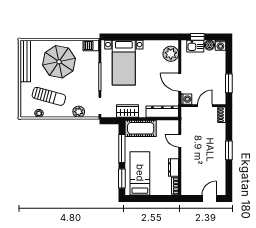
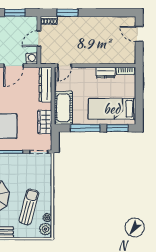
door: (205, 106) -> (39, 39), hinge flipped
plant: (79, 112) -> (45, 229), moved
door: (180, 141) -> (65, 66), moved
window: (229, 150) -> (67, 13), moved

